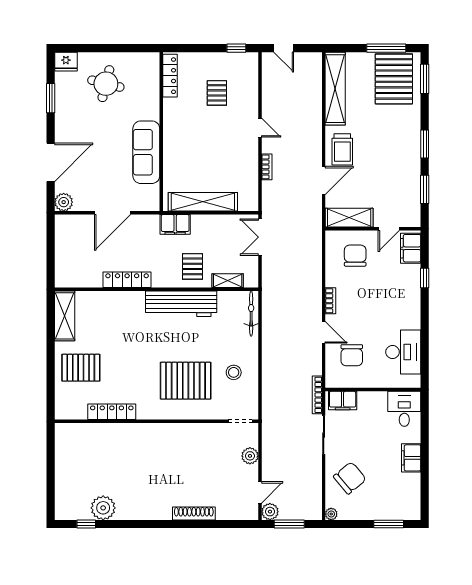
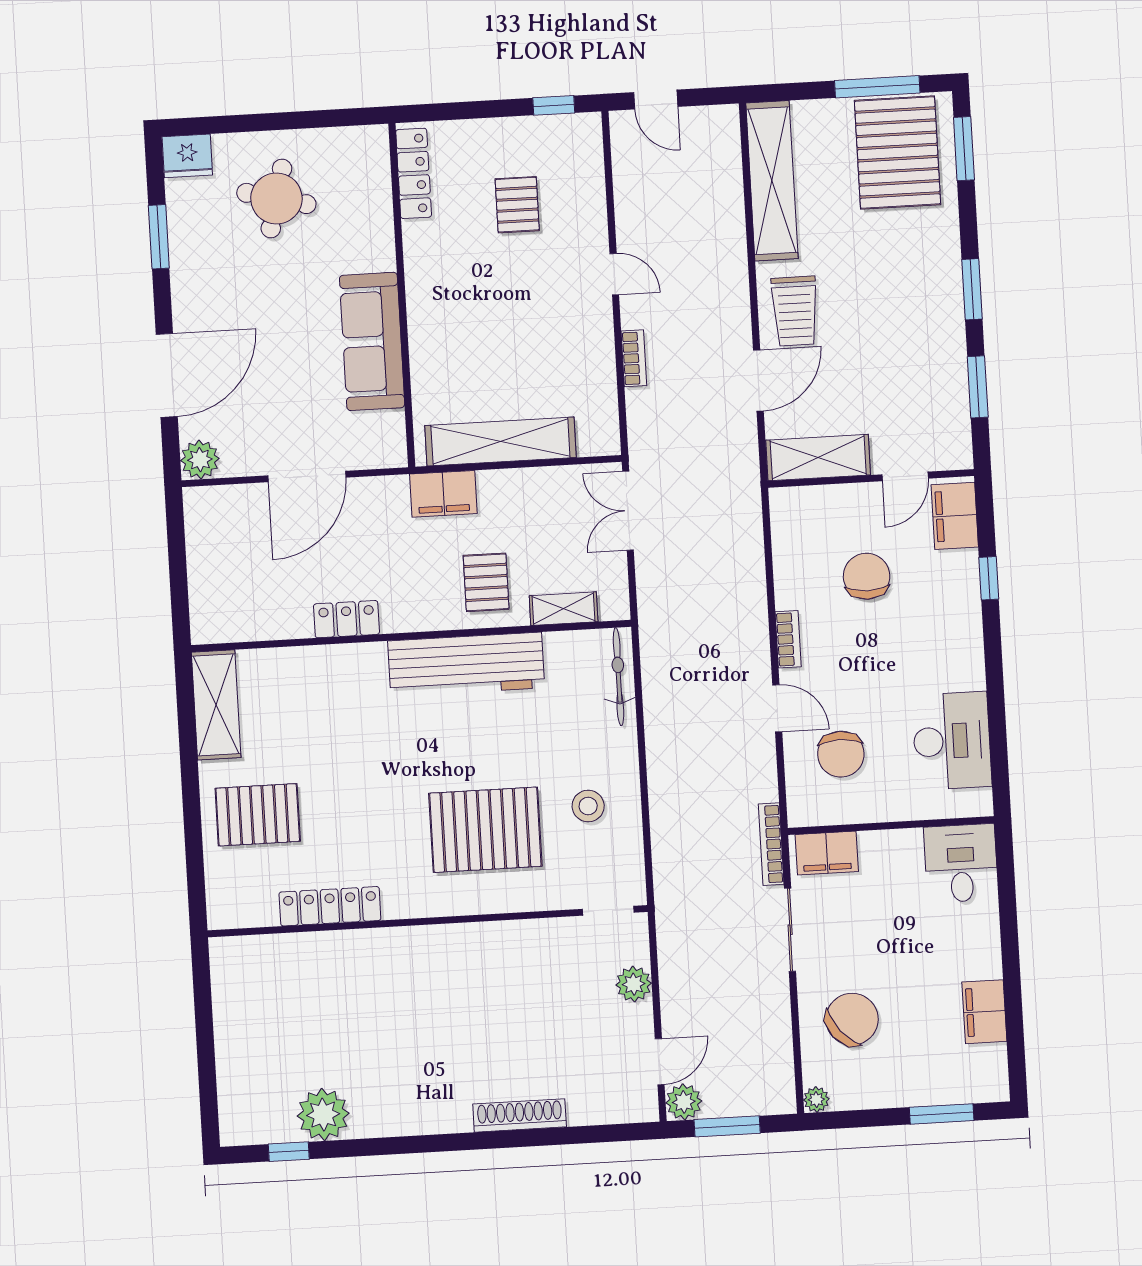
chair: (355, 256) -> (867, 576), moved
locker: (127, 280) -> (346, 619), width x0.66
filing cabinet: (411, 458) -> (984, 1012), moved

